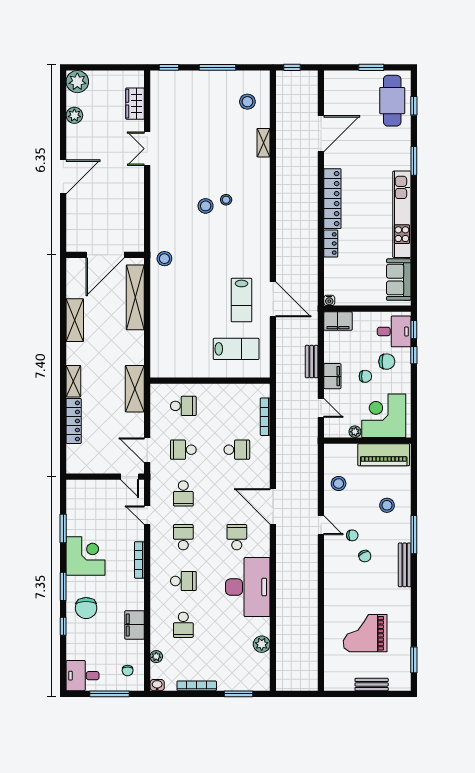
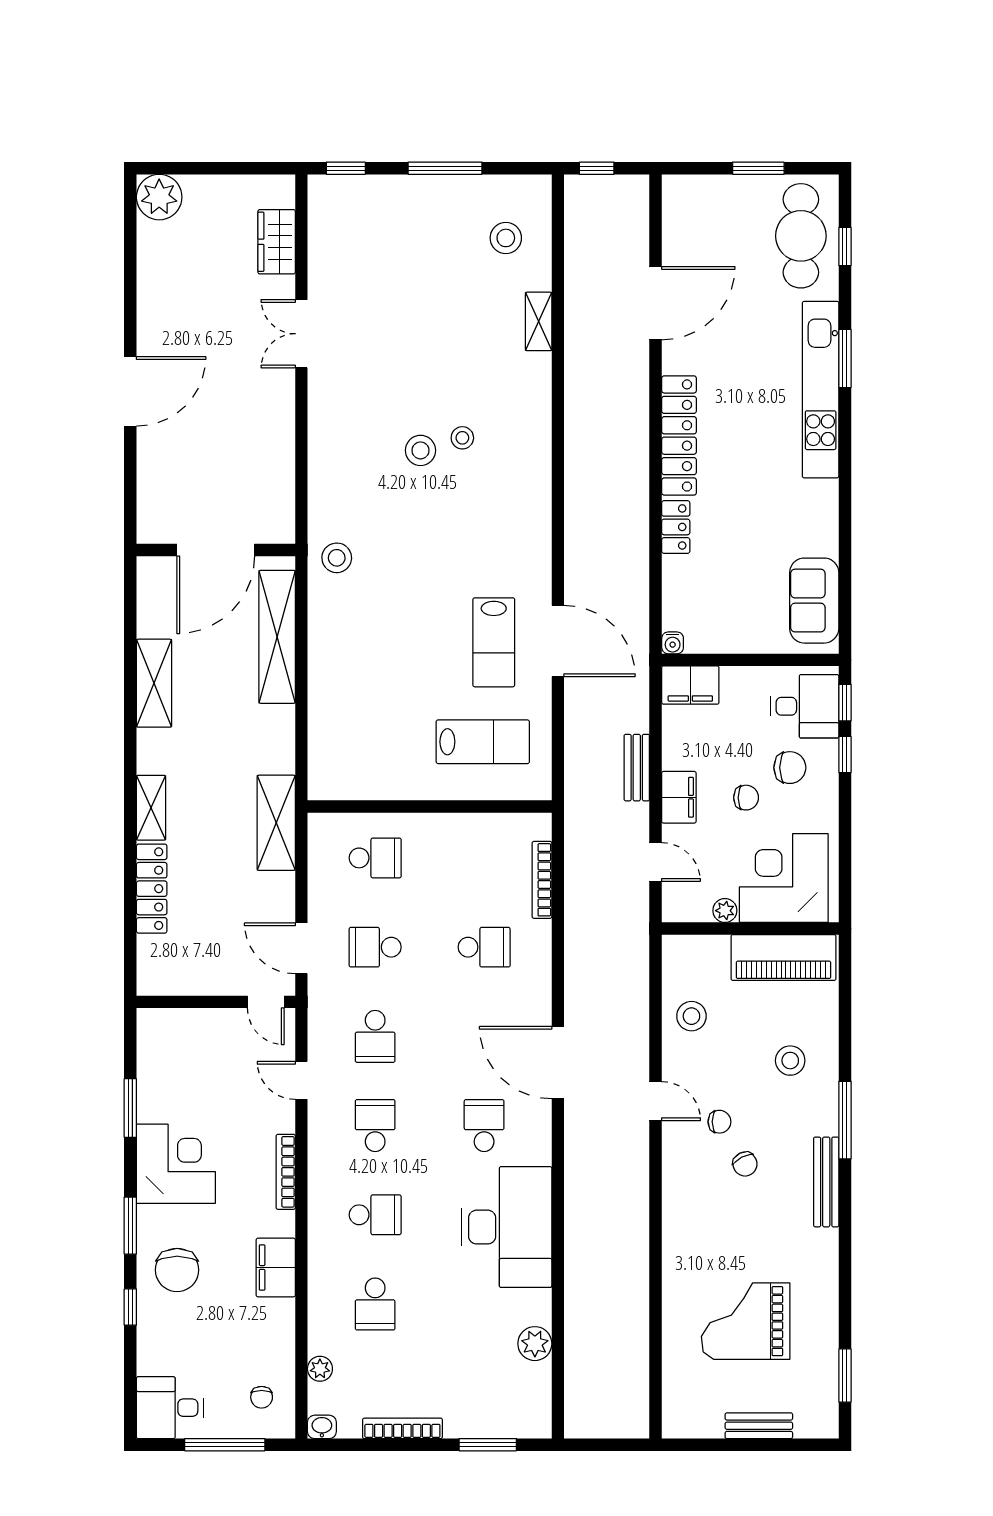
plant: (74, 115) -> (153, 266), removed
kitchen unit: (402, 214) -> (821, 390), moved
filing cabinet: (135, 625) -> (276, 1267), moved

